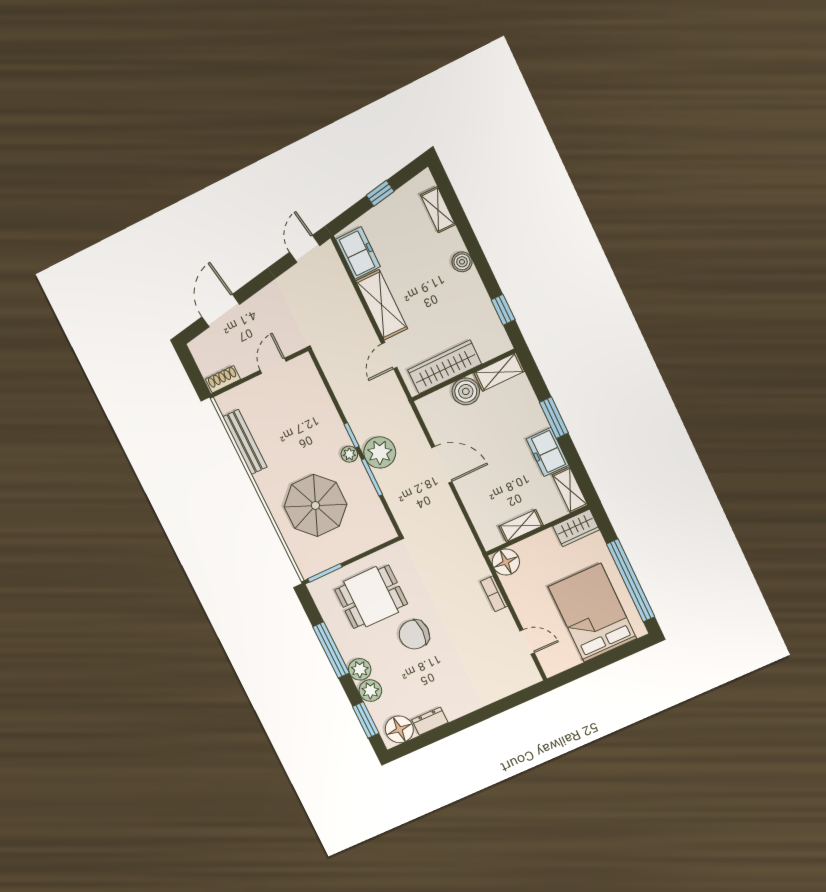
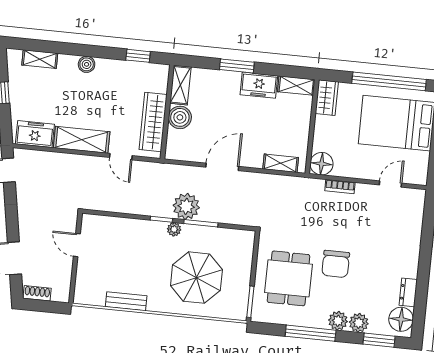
shoe rack: (223, 379) -> (37, 293), moved, turned 90
bench: (245, 442) -> (126, 301), width x0.73
shelving: (521, 526) -> (281, 163), moved, turned 90

